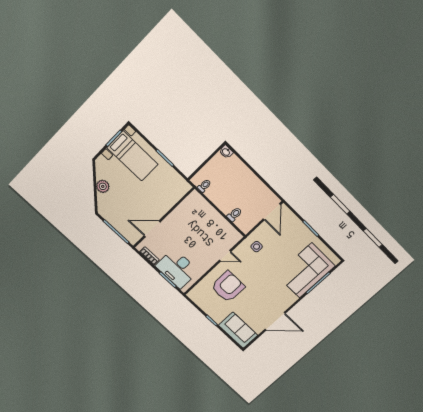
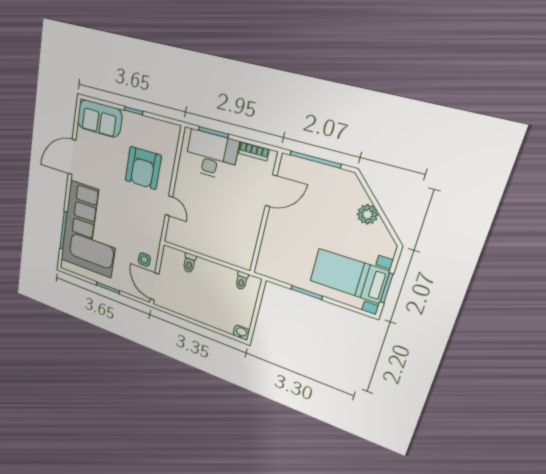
side table: (257, 247) -> (144, 260), moved
door: (225, 256) -> (169, 206), swing flipped
corner sofa: (306, 270) -> (91, 229), width x1.36, depth x1.36

